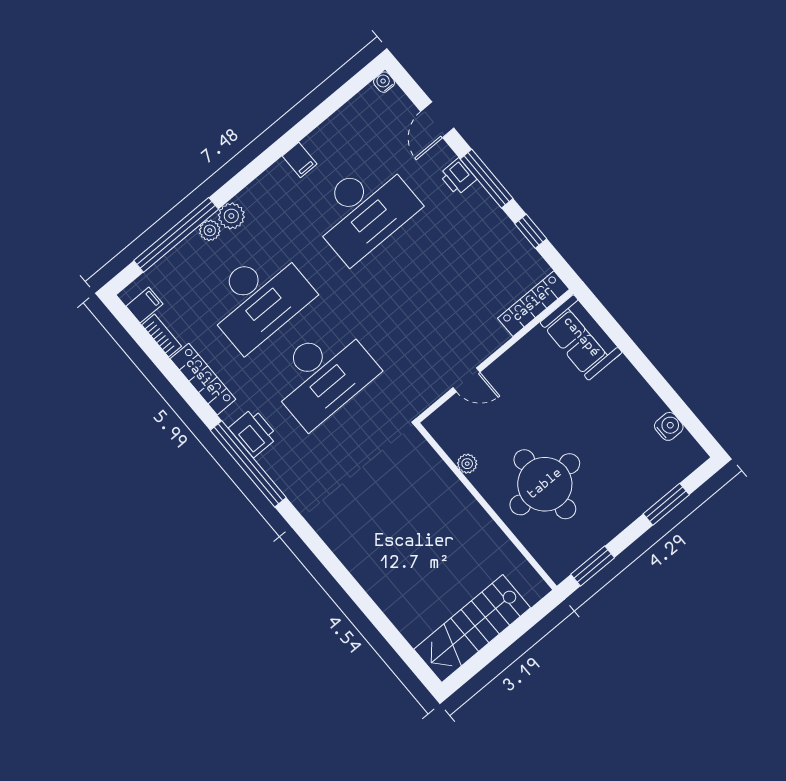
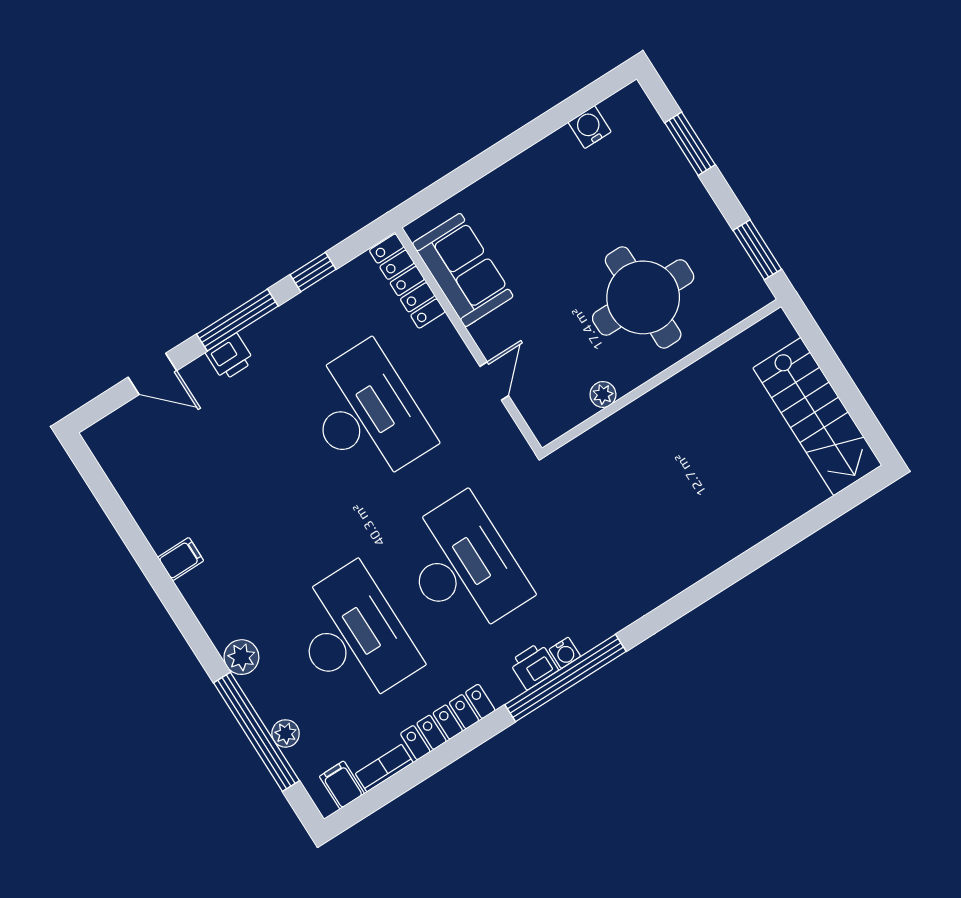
water cooler: (384, 82) -> (565, 653), moved, turned -90
desk: (364, 210) -> (366, 415), moved
plant: (210, 230) -> (286, 733), moved
sofa: (581, 337) -> (463, 270), moved, turned -90
printer: (253, 433) -> (534, 666), width x0.73, depth x0.81

